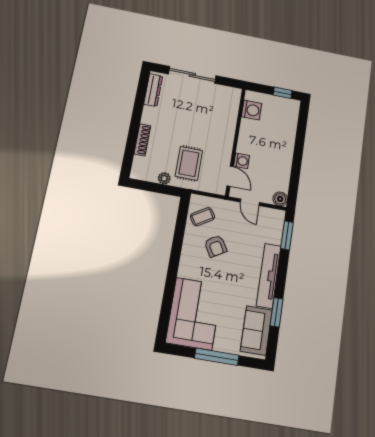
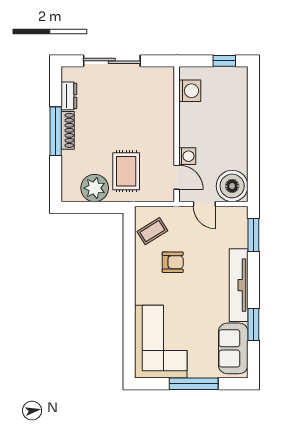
dresser: (153, 90) -> (69, 96), width x0.70
window: (136, 120) -> (56, 131), added
shoe rack: (142, 140) -> (68, 130), moved
plant: (164, 178) -> (95, 188), width x1.88, depth x1.88
boiler: (280, 199) -> (232, 186), width x1.86, depth x1.86
armchair: (216, 246) -> (173, 262), turned -59

